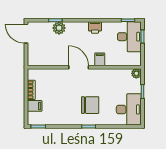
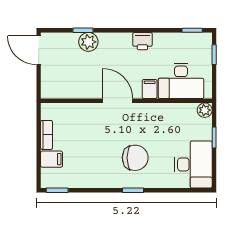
desk: (129, 37) -> (181, 81), moved, turned 90

